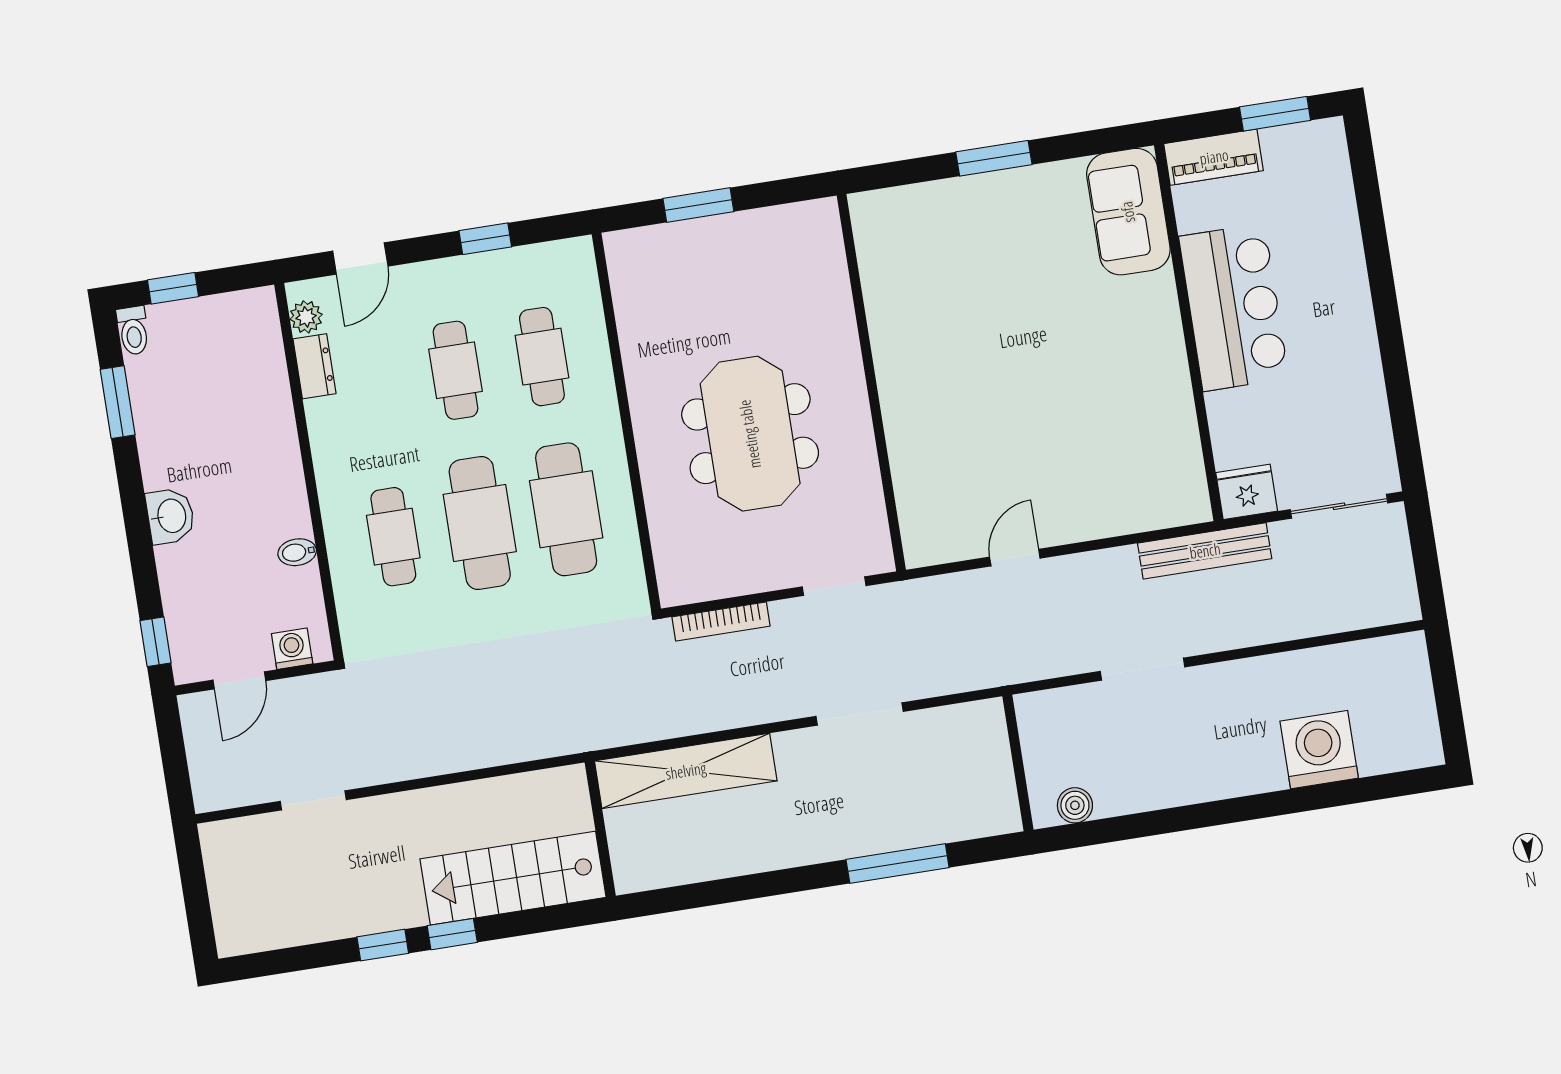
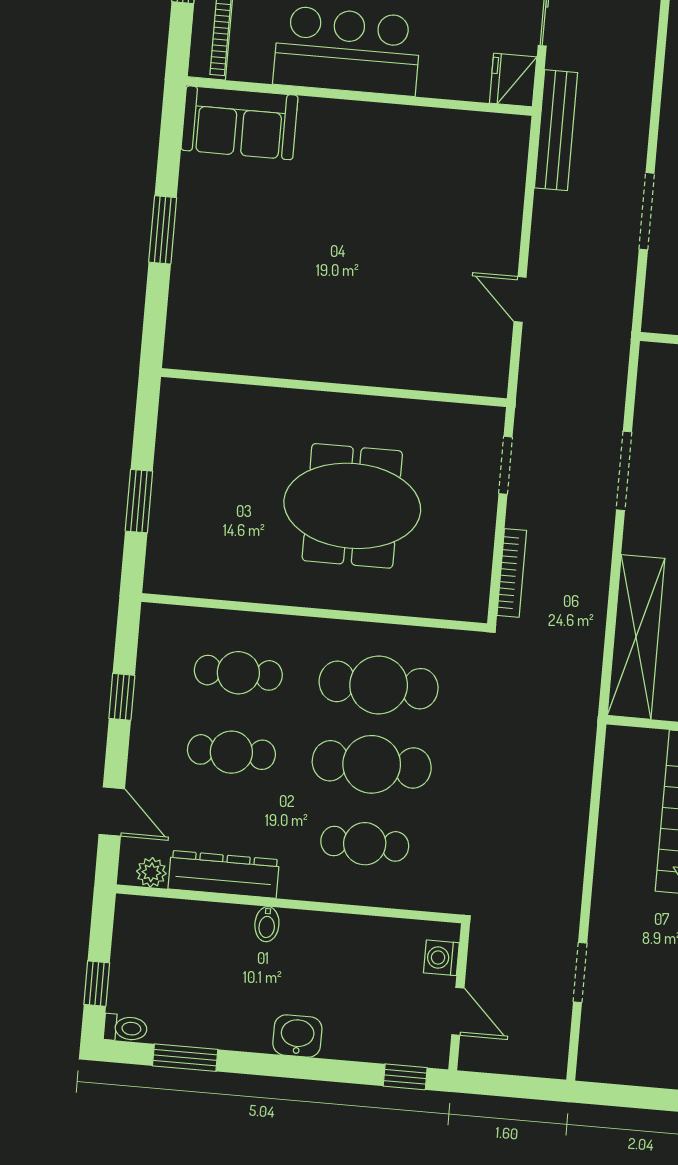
dresser: (314, 366) -> (224, 874), width x1.96, depth x1.24
bidet: (297, 552) -> (267, 924), moved

